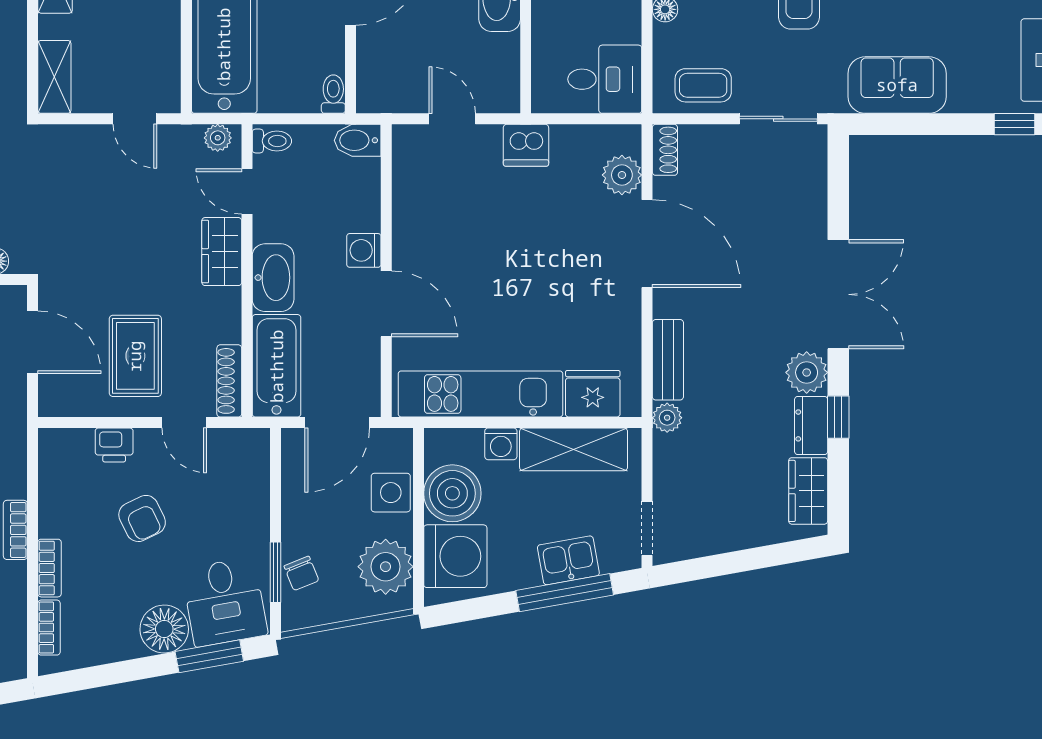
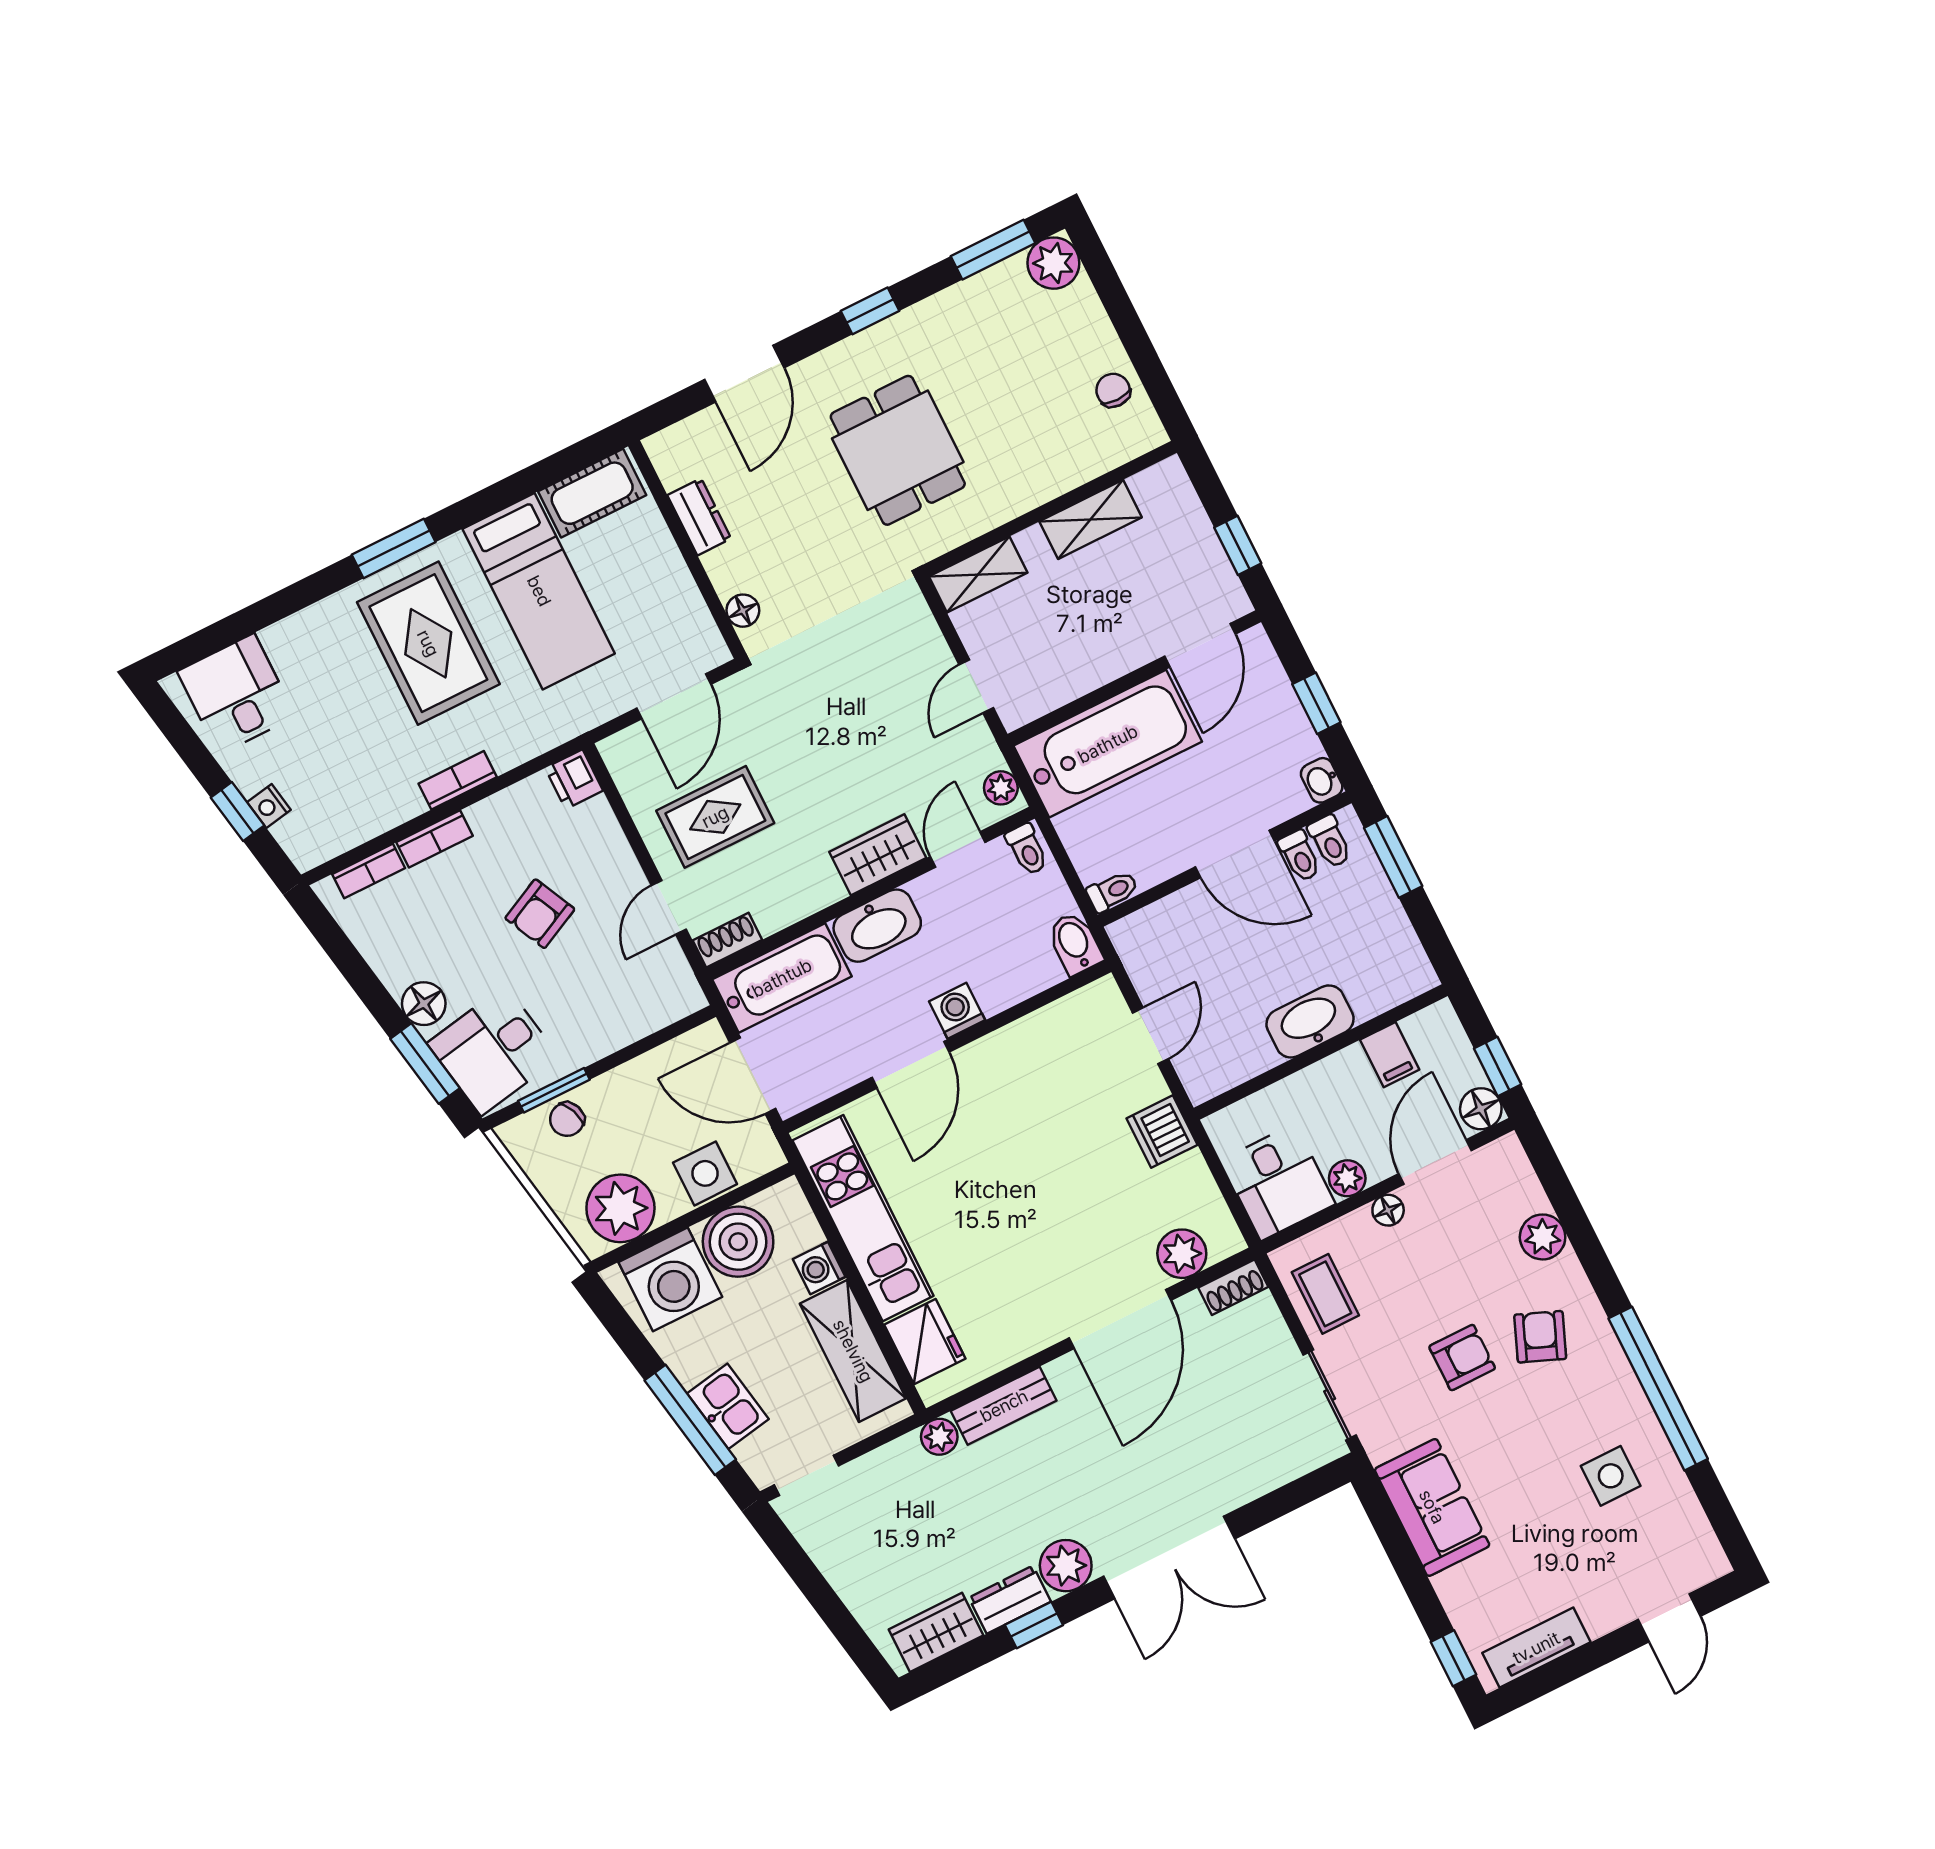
plant: (627, 27) -> (1347, 1178), added
shoe rack: (229, 381) -> (727, 940), width x0.70
printer: (114, 445) -> (574, 779), moved
floor lamp: (164, 629) -> (424, 1004), width x0.73, depth x0.73

